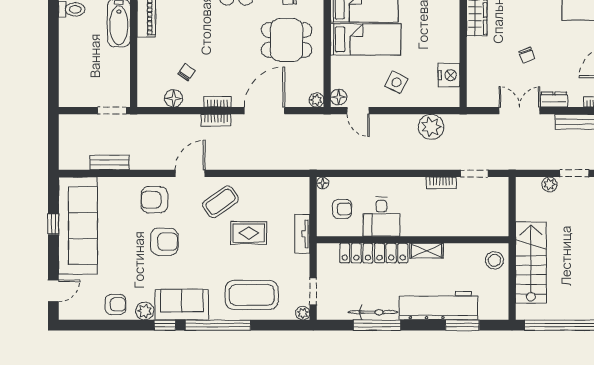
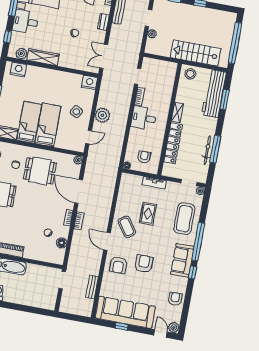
dining table: (287, 40) -> (40, 171), turned 90
nightstand: (449, 75) -> (89, 83), moved
floor lamp: (339, 97) -> (79, 147), removed
double door: (519, 111) -> (104, 56), moved
plant: (431, 127) -> (102, 115), moved
desk: (381, 217) -> (144, 118), moved, turned 180
workbench: (438, 306) -> (214, 93), moved
plant: (145, 311) -> (174, 327), moved

